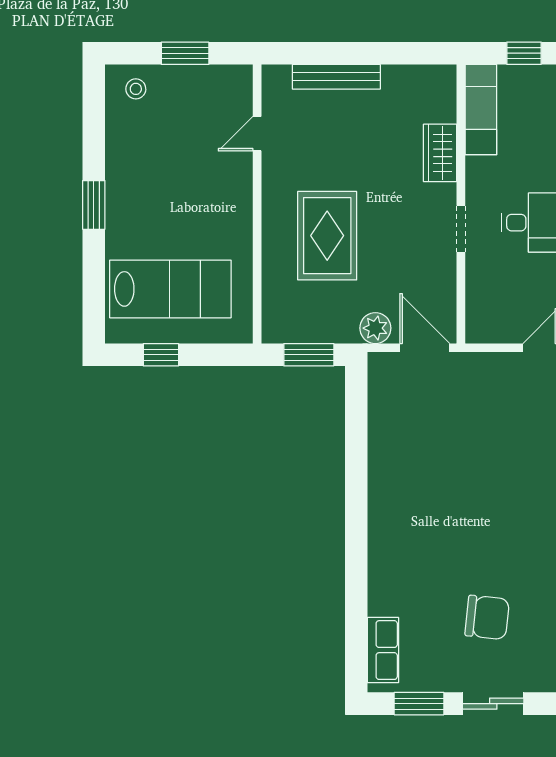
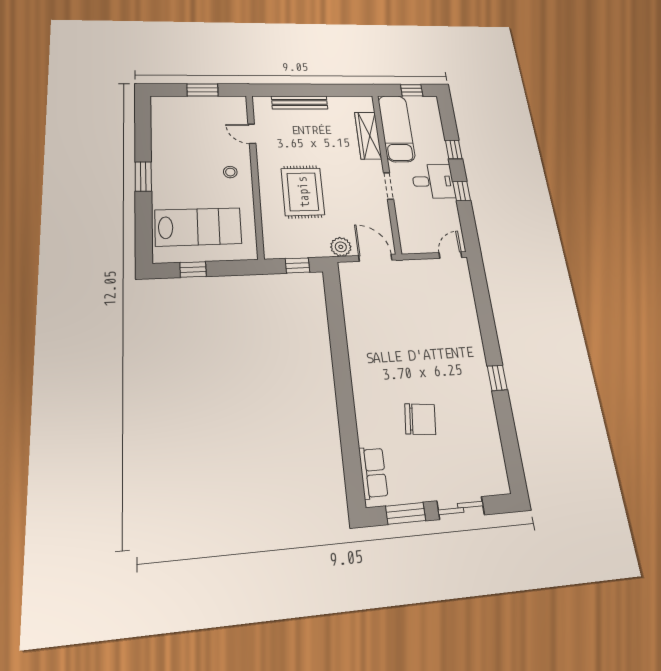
stool: (136, 89) -> (230, 172), moved
exam couch: (481, 110) -> (396, 128), width x1.36, depth x1.45
door: (257, 134) -> (252, 134), hinge flipped
wardrobe: (440, 153) -> (368, 135), width x1.50
window: (309, 355) -> (297, 265), width x0.67
chair: (487, 617) -> (420, 419), moved

